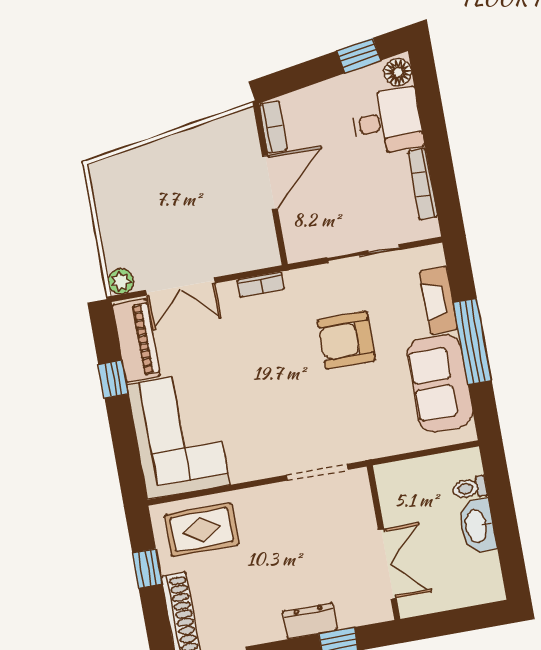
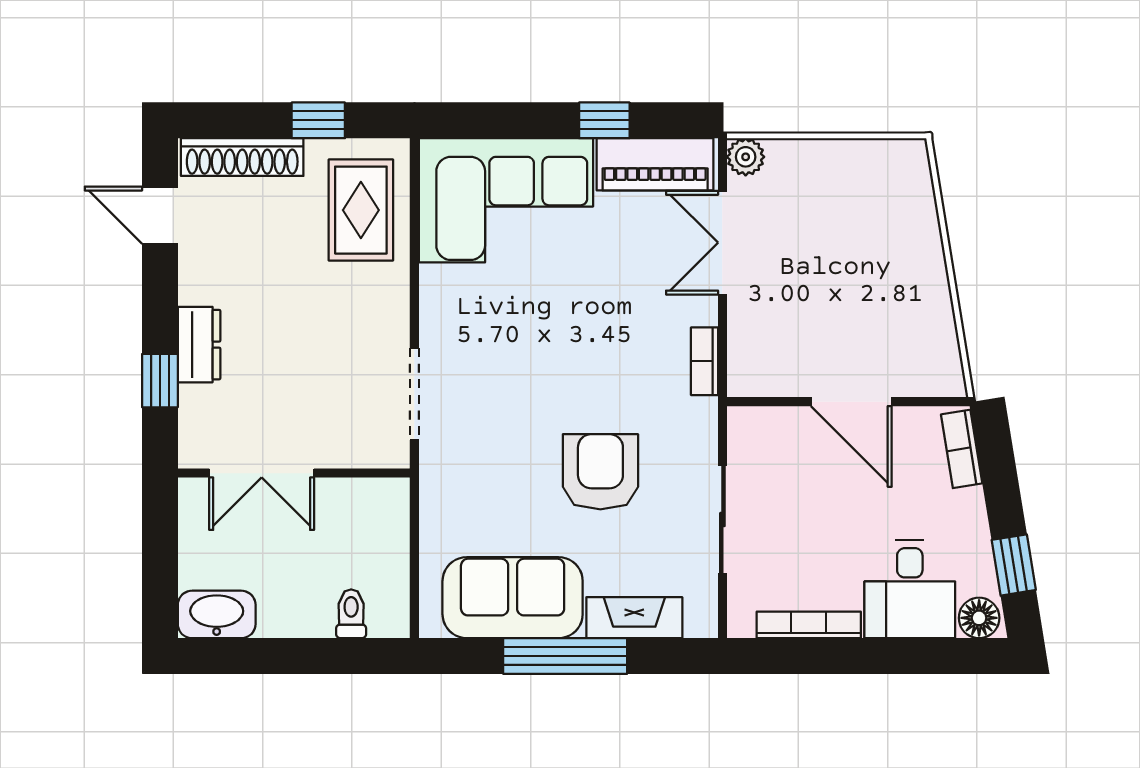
bookcase: (273, 127) -> (962, 449), moved, turned 81
washbasin: (477, 526) -> (217, 614), moved

